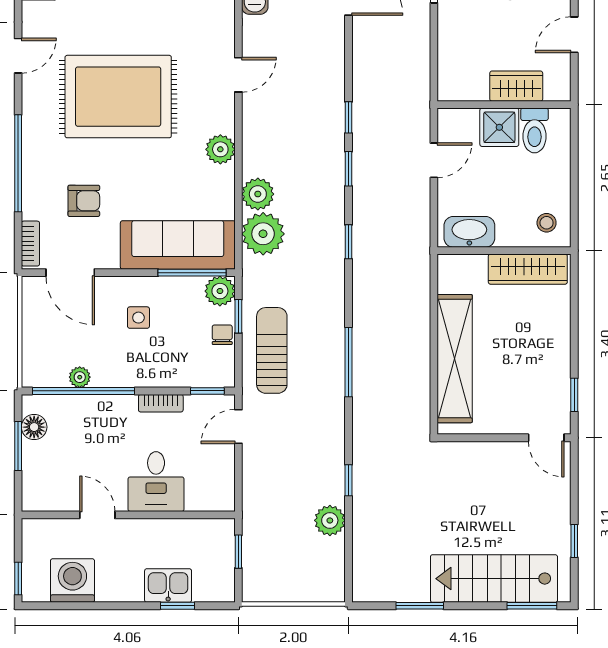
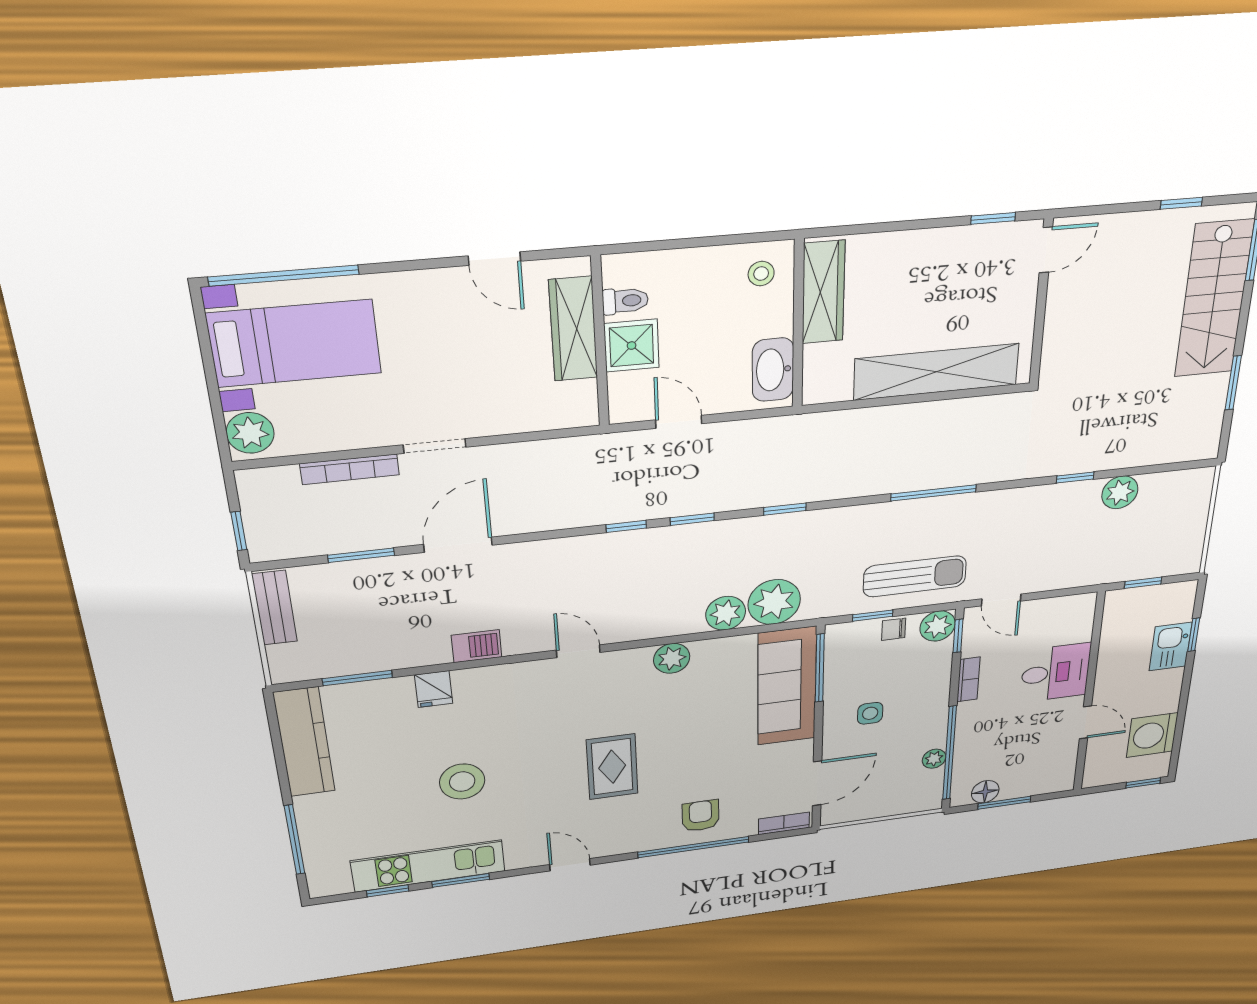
wardrobe: (516, 86) -> (573, 329), width x1.50
rug: (118, 97) -> (612, 767), width x0.54, depth x0.49
toilet: (534, 130) -> (625, 301), width x0.73, depth x0.72
armchair: (84, 201) -> (701, 816), moved
plant: (220, 291) -> (938, 626), moved
sun lounger: (272, 350) -> (915, 576), turned 180
door: (97, 515) -> (1085, 722), swing flipped

